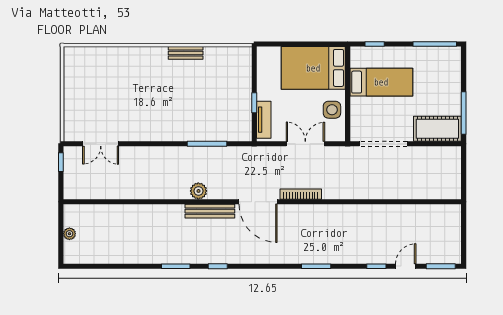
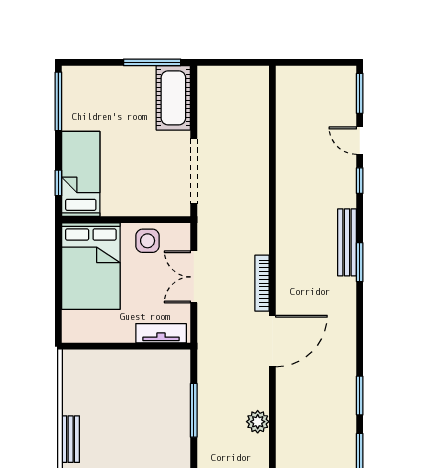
bed: (381, 82) -> (81, 174), moved
window: (254, 103) -> (138, 346), removed
bench: (210, 211) -> (347, 242), moved
window: (218, 266) -> (360, 396), width x1.50

